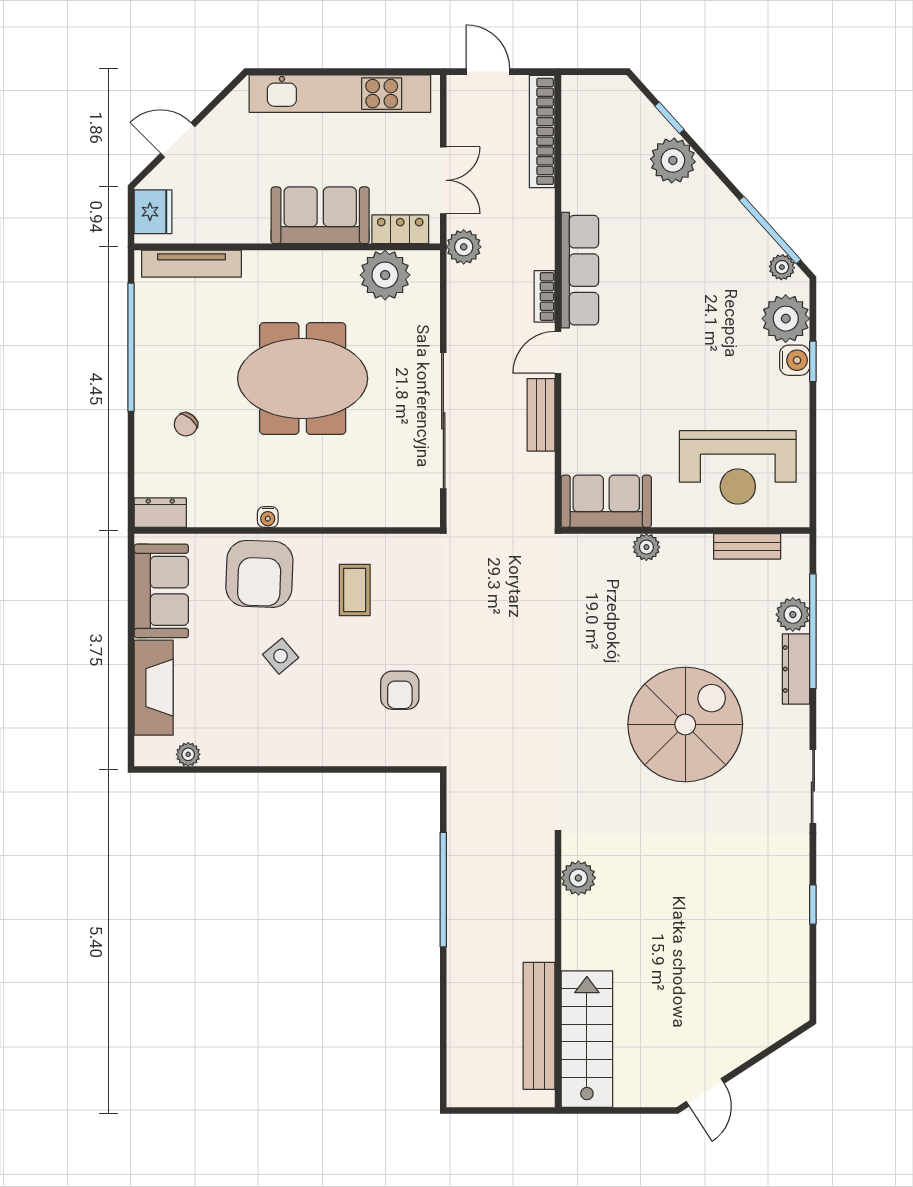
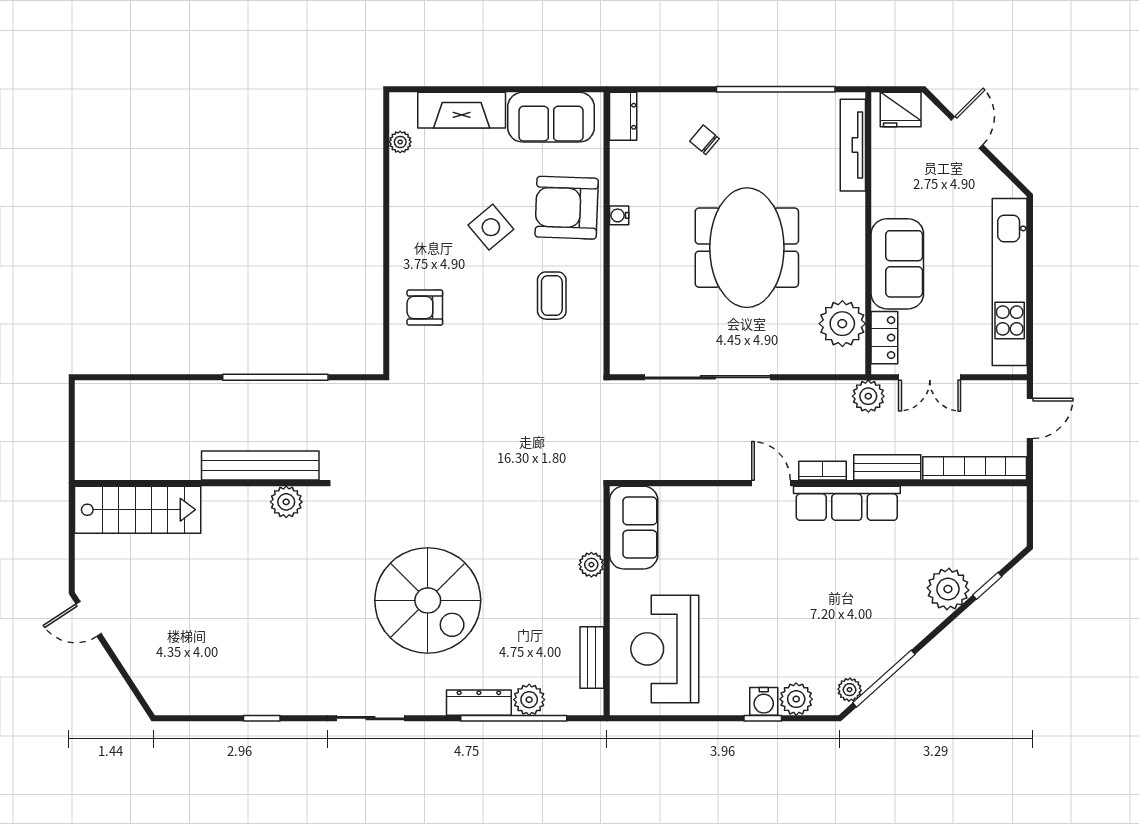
plant: (786, 319) -> (796, 699), width x0.73, depth x0.73
bench: (541, 415) -> (887, 467), moved
coffee table: (355, 590) -> (552, 296), turned 90
side table: (281, 656) -> (491, 227), width x1.37, depth x1.37
armchair: (400, 690) -> (425, 308), moved
bench: (539, 1026) -> (260, 466), moved

